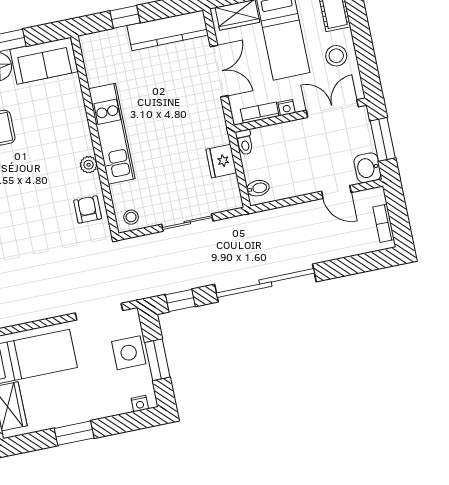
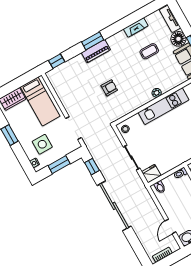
fridge: (221, 161) -> (151, 174), moved
plant: (89, 165) -> (157, 93), moved
armchair: (88, 209) -> (109, 88), moved
side table: (129, 353) -> (42, 144), moved

